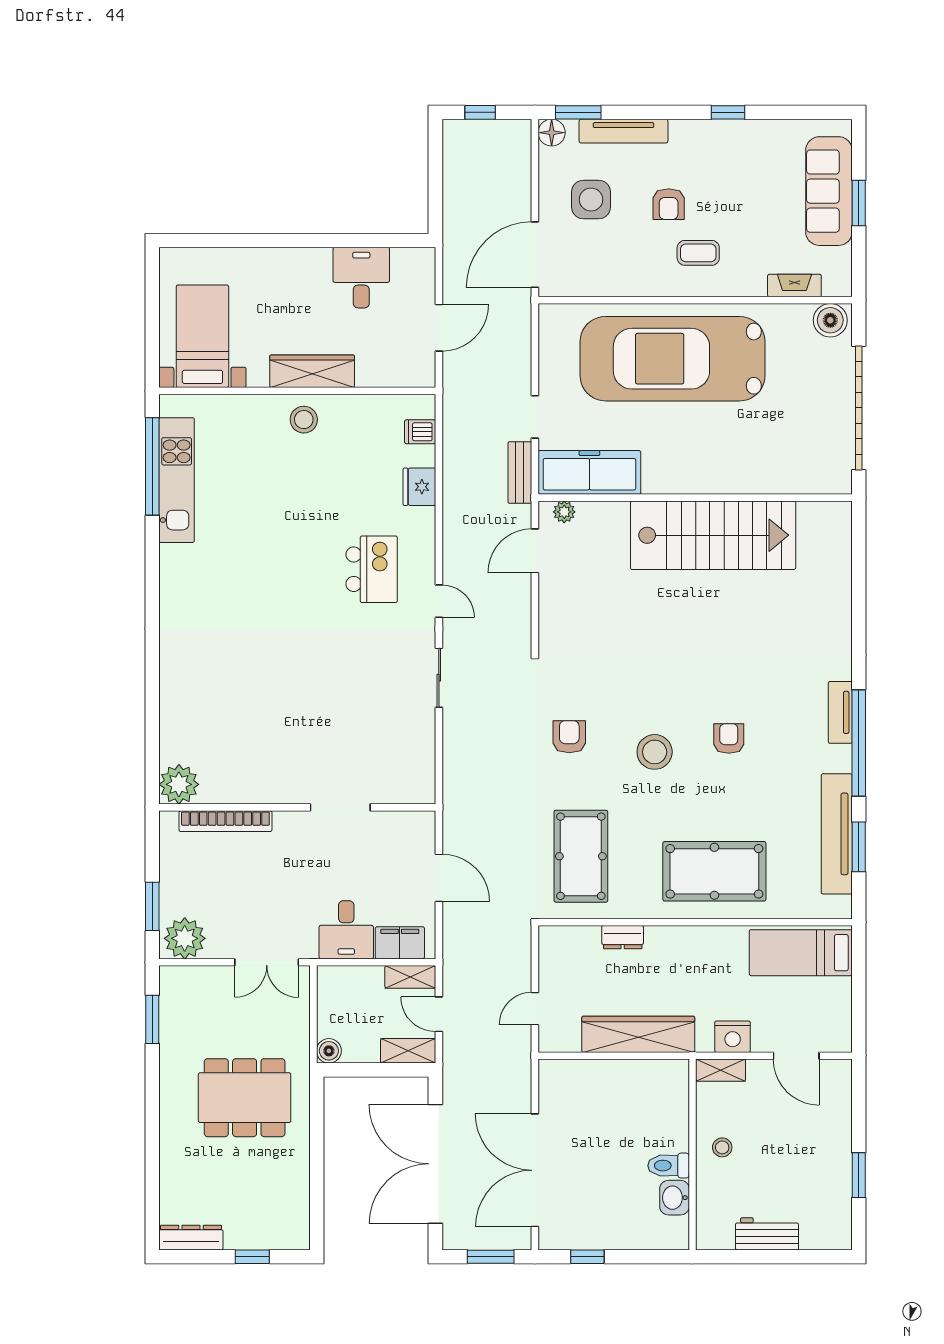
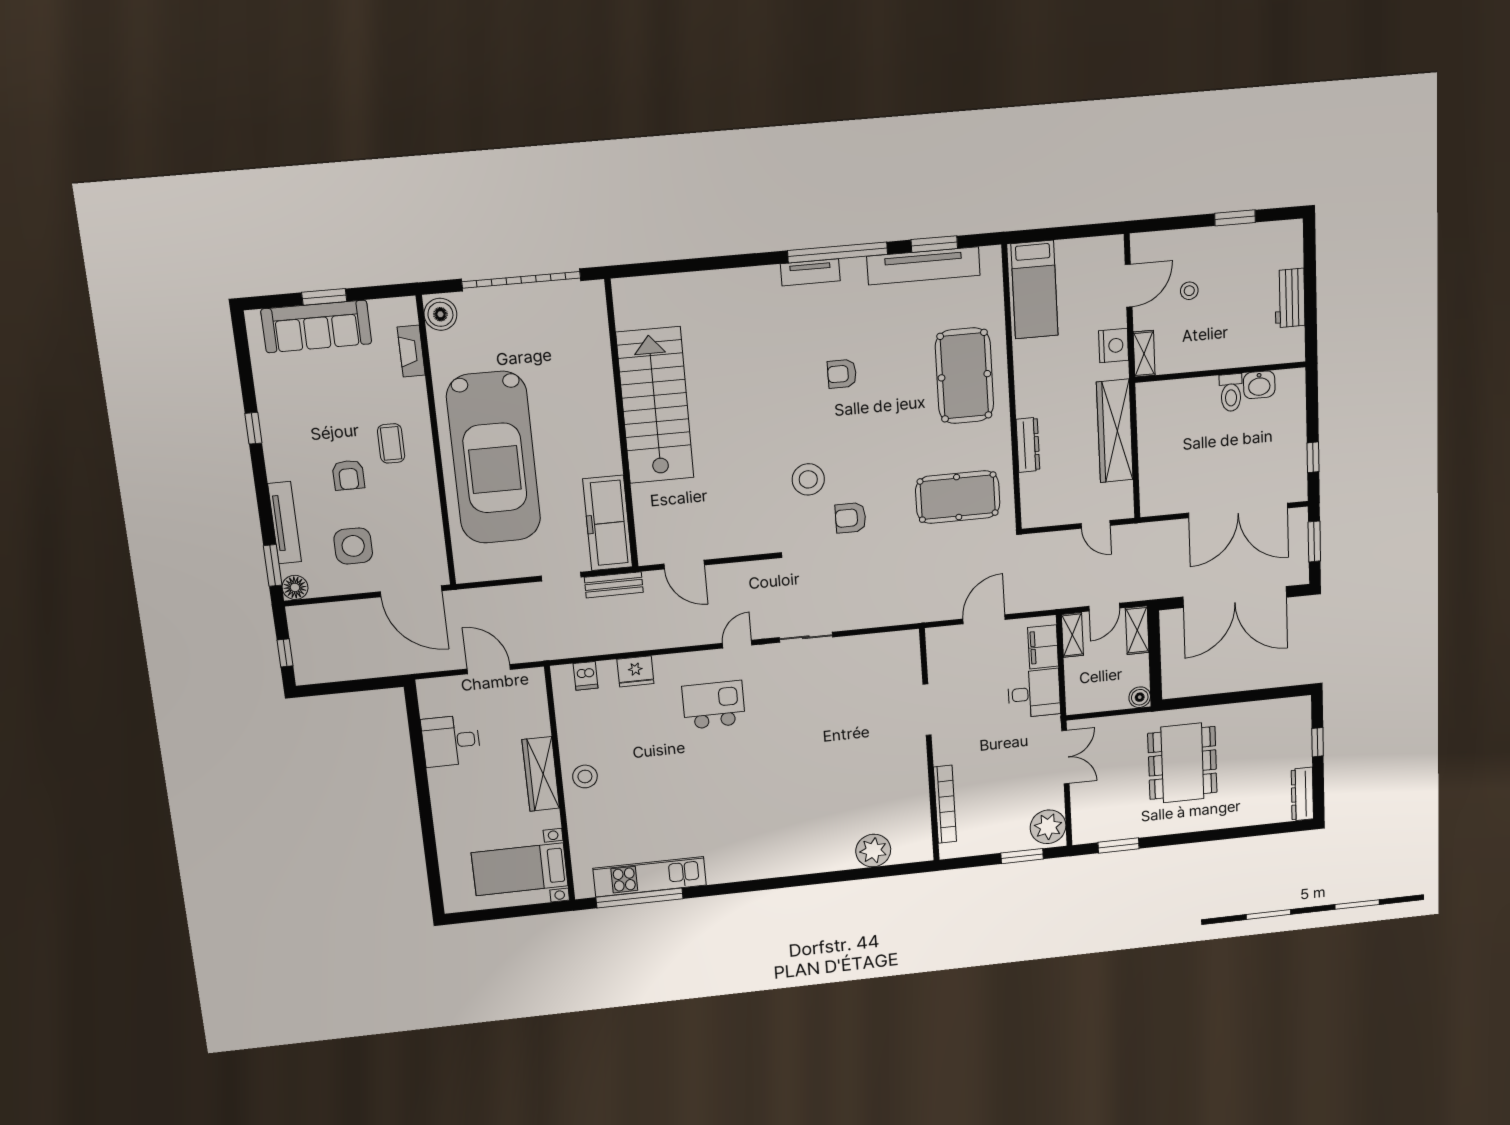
armchair: (669, 204) -> (348, 475), turned 90
plant: (564, 512) -> (646, 542), removed
stool: (655, 752) -> (808, 479), moved
plant: (179, 784) -> (873, 851), moved
dresser: (623, 937) -> (1028, 445), width x1.44
stool: (722, 1147) -> (1189, 291), moved

